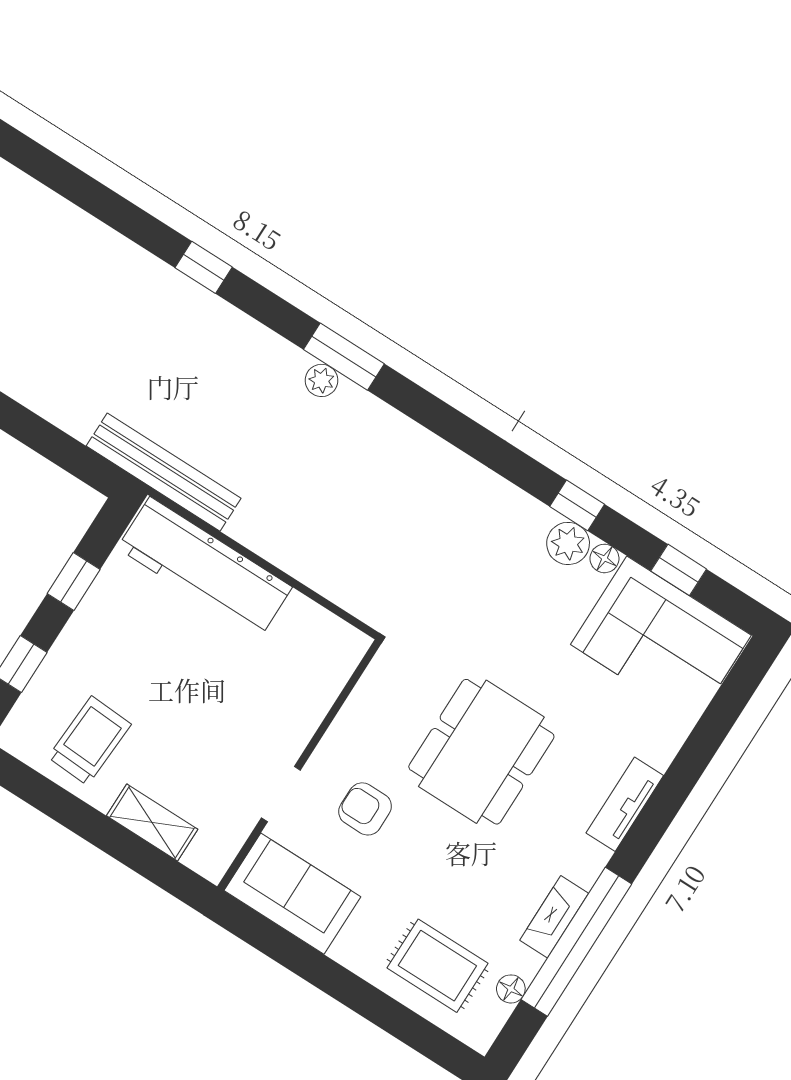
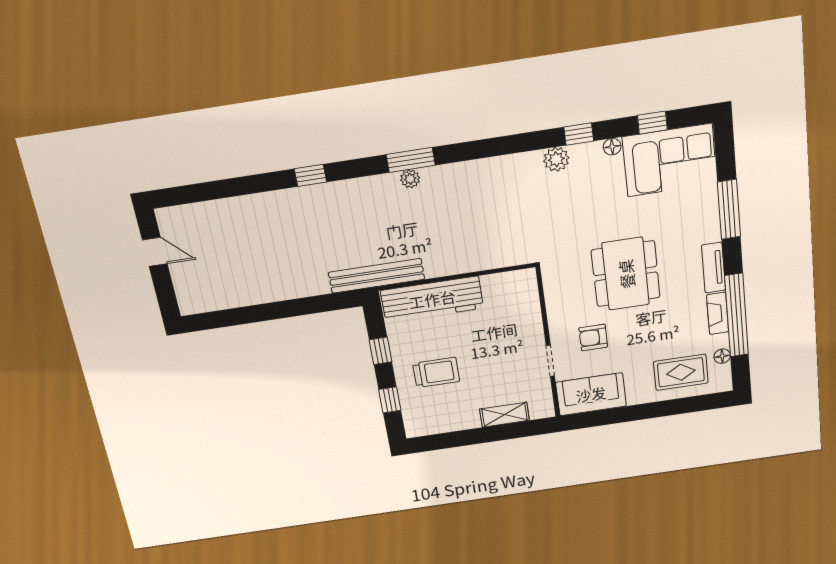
plant: (568, 543) -> (556, 159), moved
trolley: (89, 741) -> (436, 372), moved, turned 87
window: (683, 775) -> (729, 209), added
tv unit: (625, 804) -> (714, 268), moved

